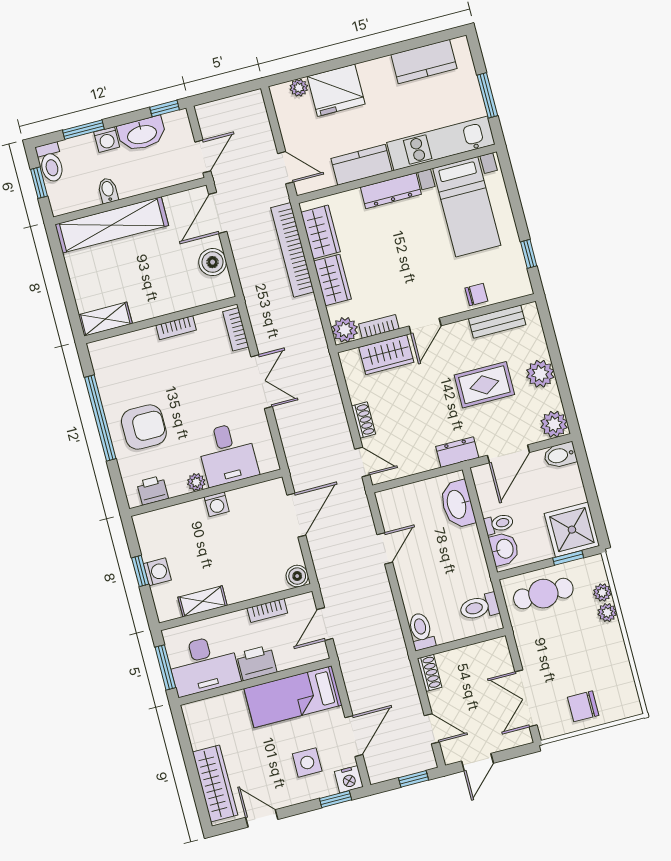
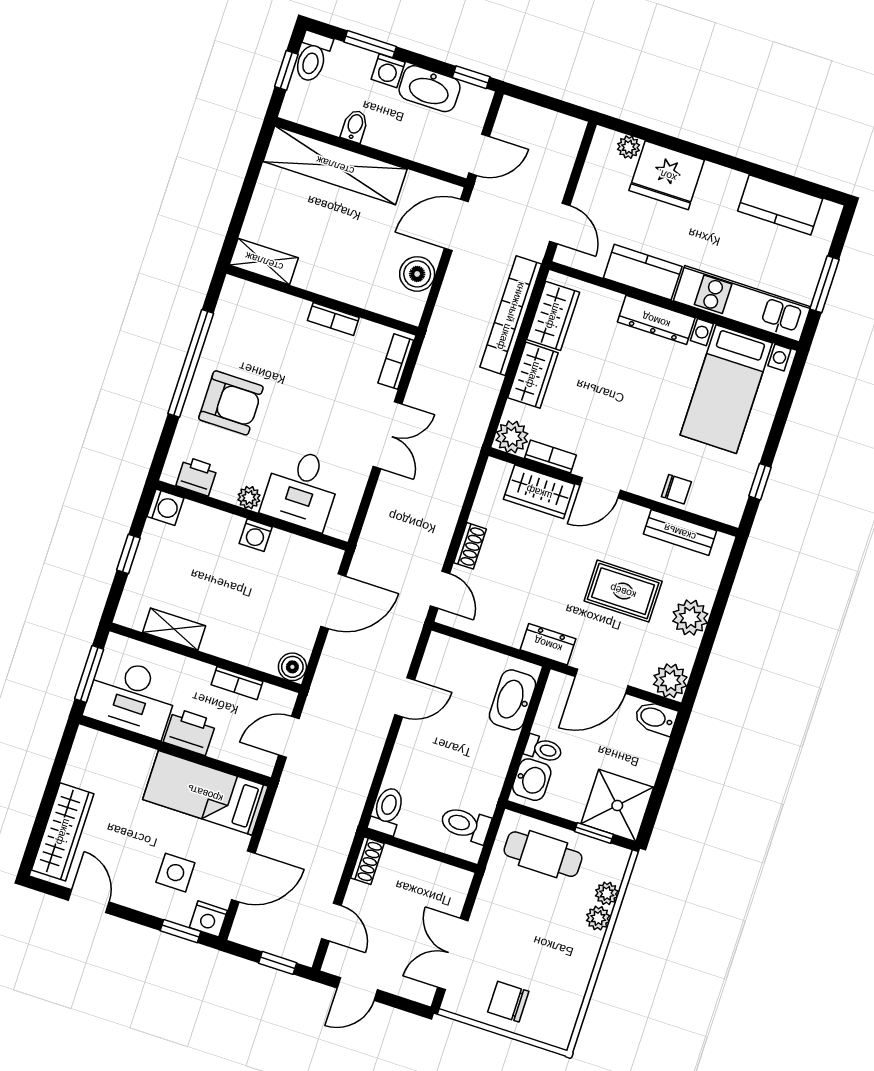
washing machine: (157, 572) -> (165, 507), moved

